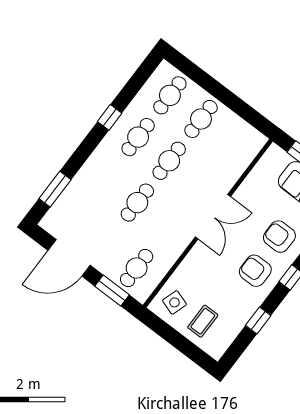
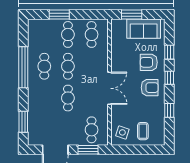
window: (209, 84) -> (59, 15), added
cafe table: (170, 95) -> (92, 34), moved
window: (110, 117) -> (23, 67), width x3.17
double door: (213, 217) -> (109, 88), moved
armchair: (255, 271) -> (150, 88), turned 180

